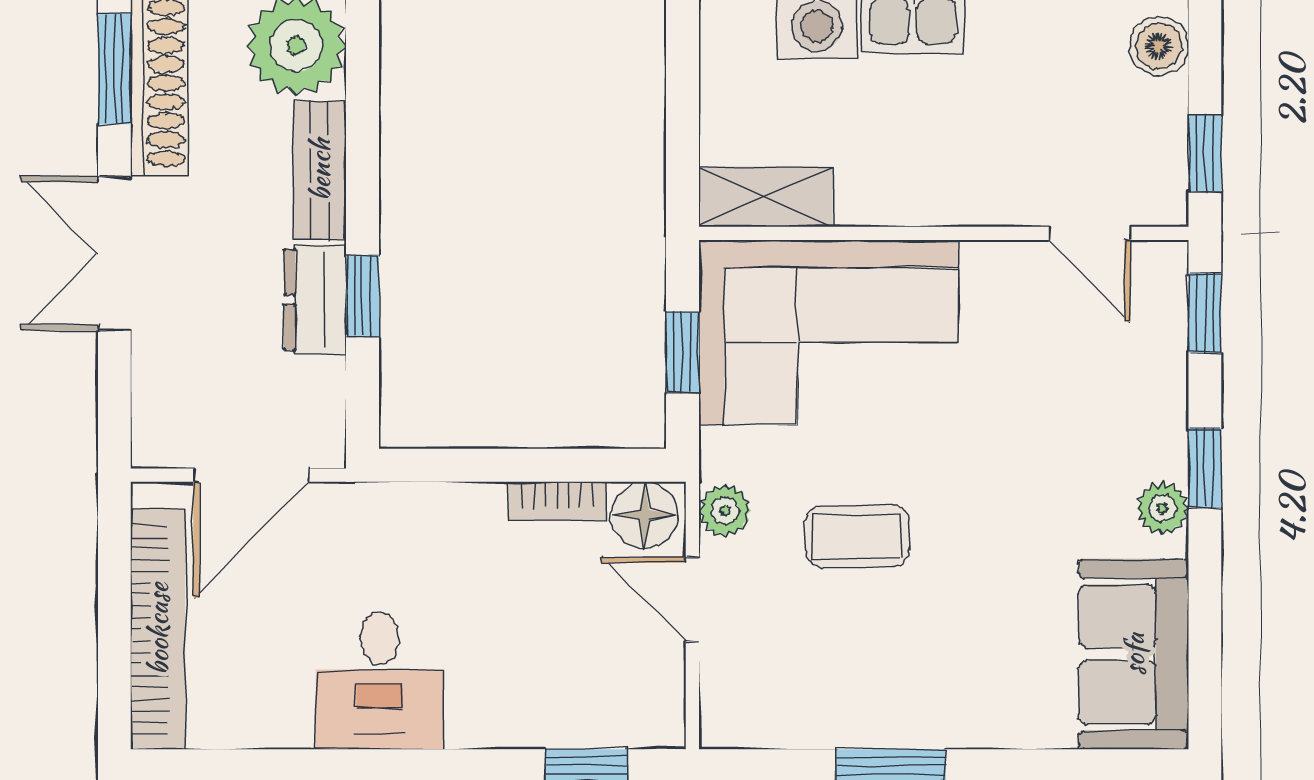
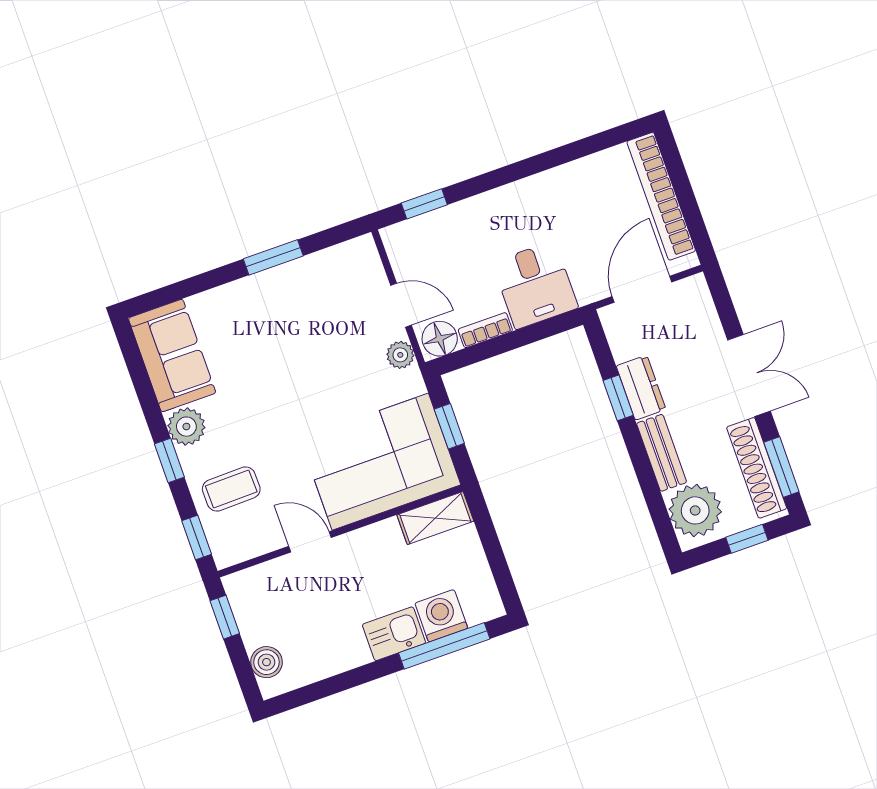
door: (1090, 233) -> (310, 542), moved
plant: (1163, 508) -> (186, 427), width x1.38, depth x1.38
coffee table: (857, 536) -> (231, 489), moved
desk: (380, 681) -> (535, 285), moved, turned 180

